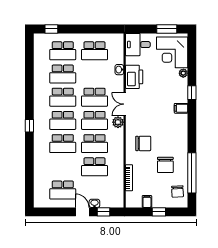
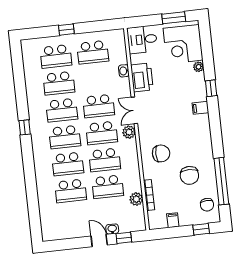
window: (51, 29) -> (66, 30), moved
window: (29, 126) -> (25, 127), moved
plant: (118, 180) -> (136, 199), added
school desk: (63, 190) -> (71, 191), moved
window: (159, 212) -> (201, 229), moved

